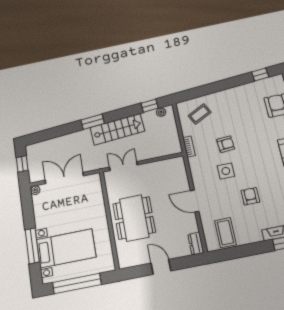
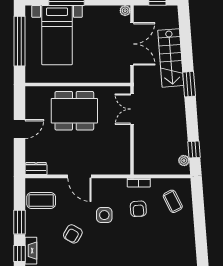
stairs: (117, 129) -> (171, 58), moved
armchair: (226, 144) -> (138, 209), moved
double door: (123, 166) -> (132, 109), swing flipped
armchair: (250, 196) -> (73, 234), turned 120
door: (195, 201) -> (79, 176), swing flipped
window: (251, 249) -> (20, 222), added

